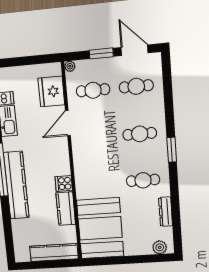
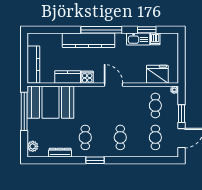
door: (68, 123) -> (114, 85), moved
window: (172, 150) -> (95, 160), moved
window: (115, 261) -> (24, 111), added

